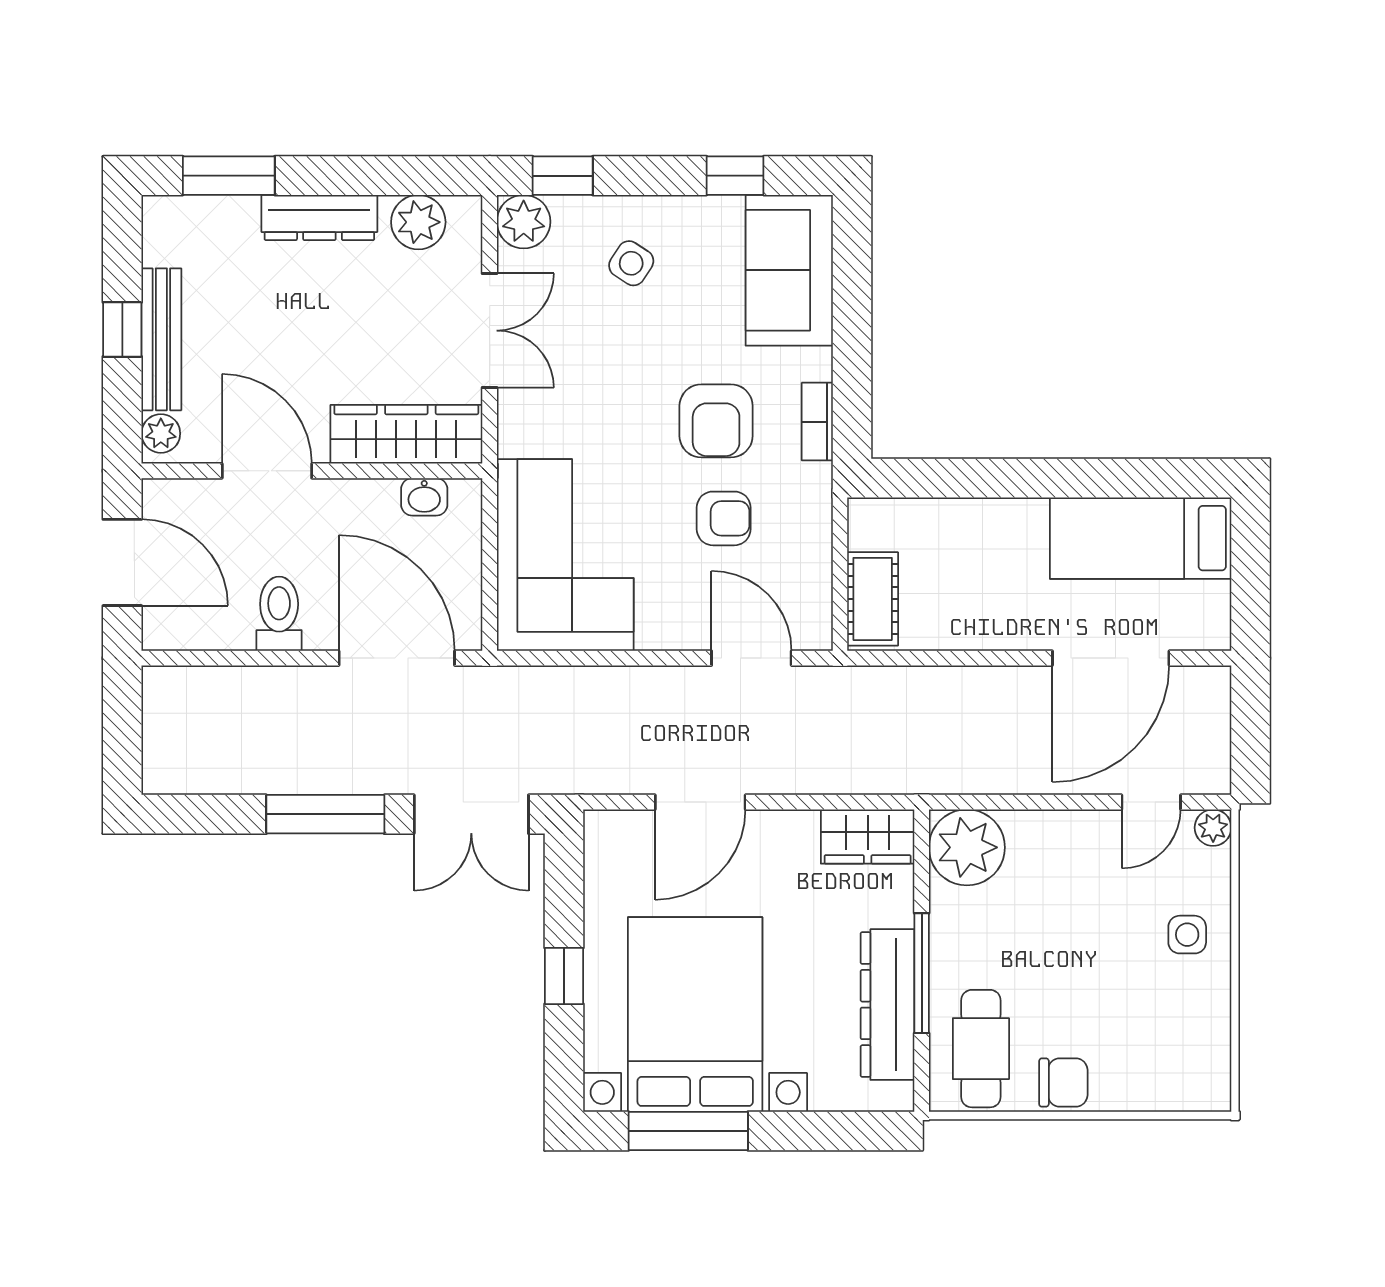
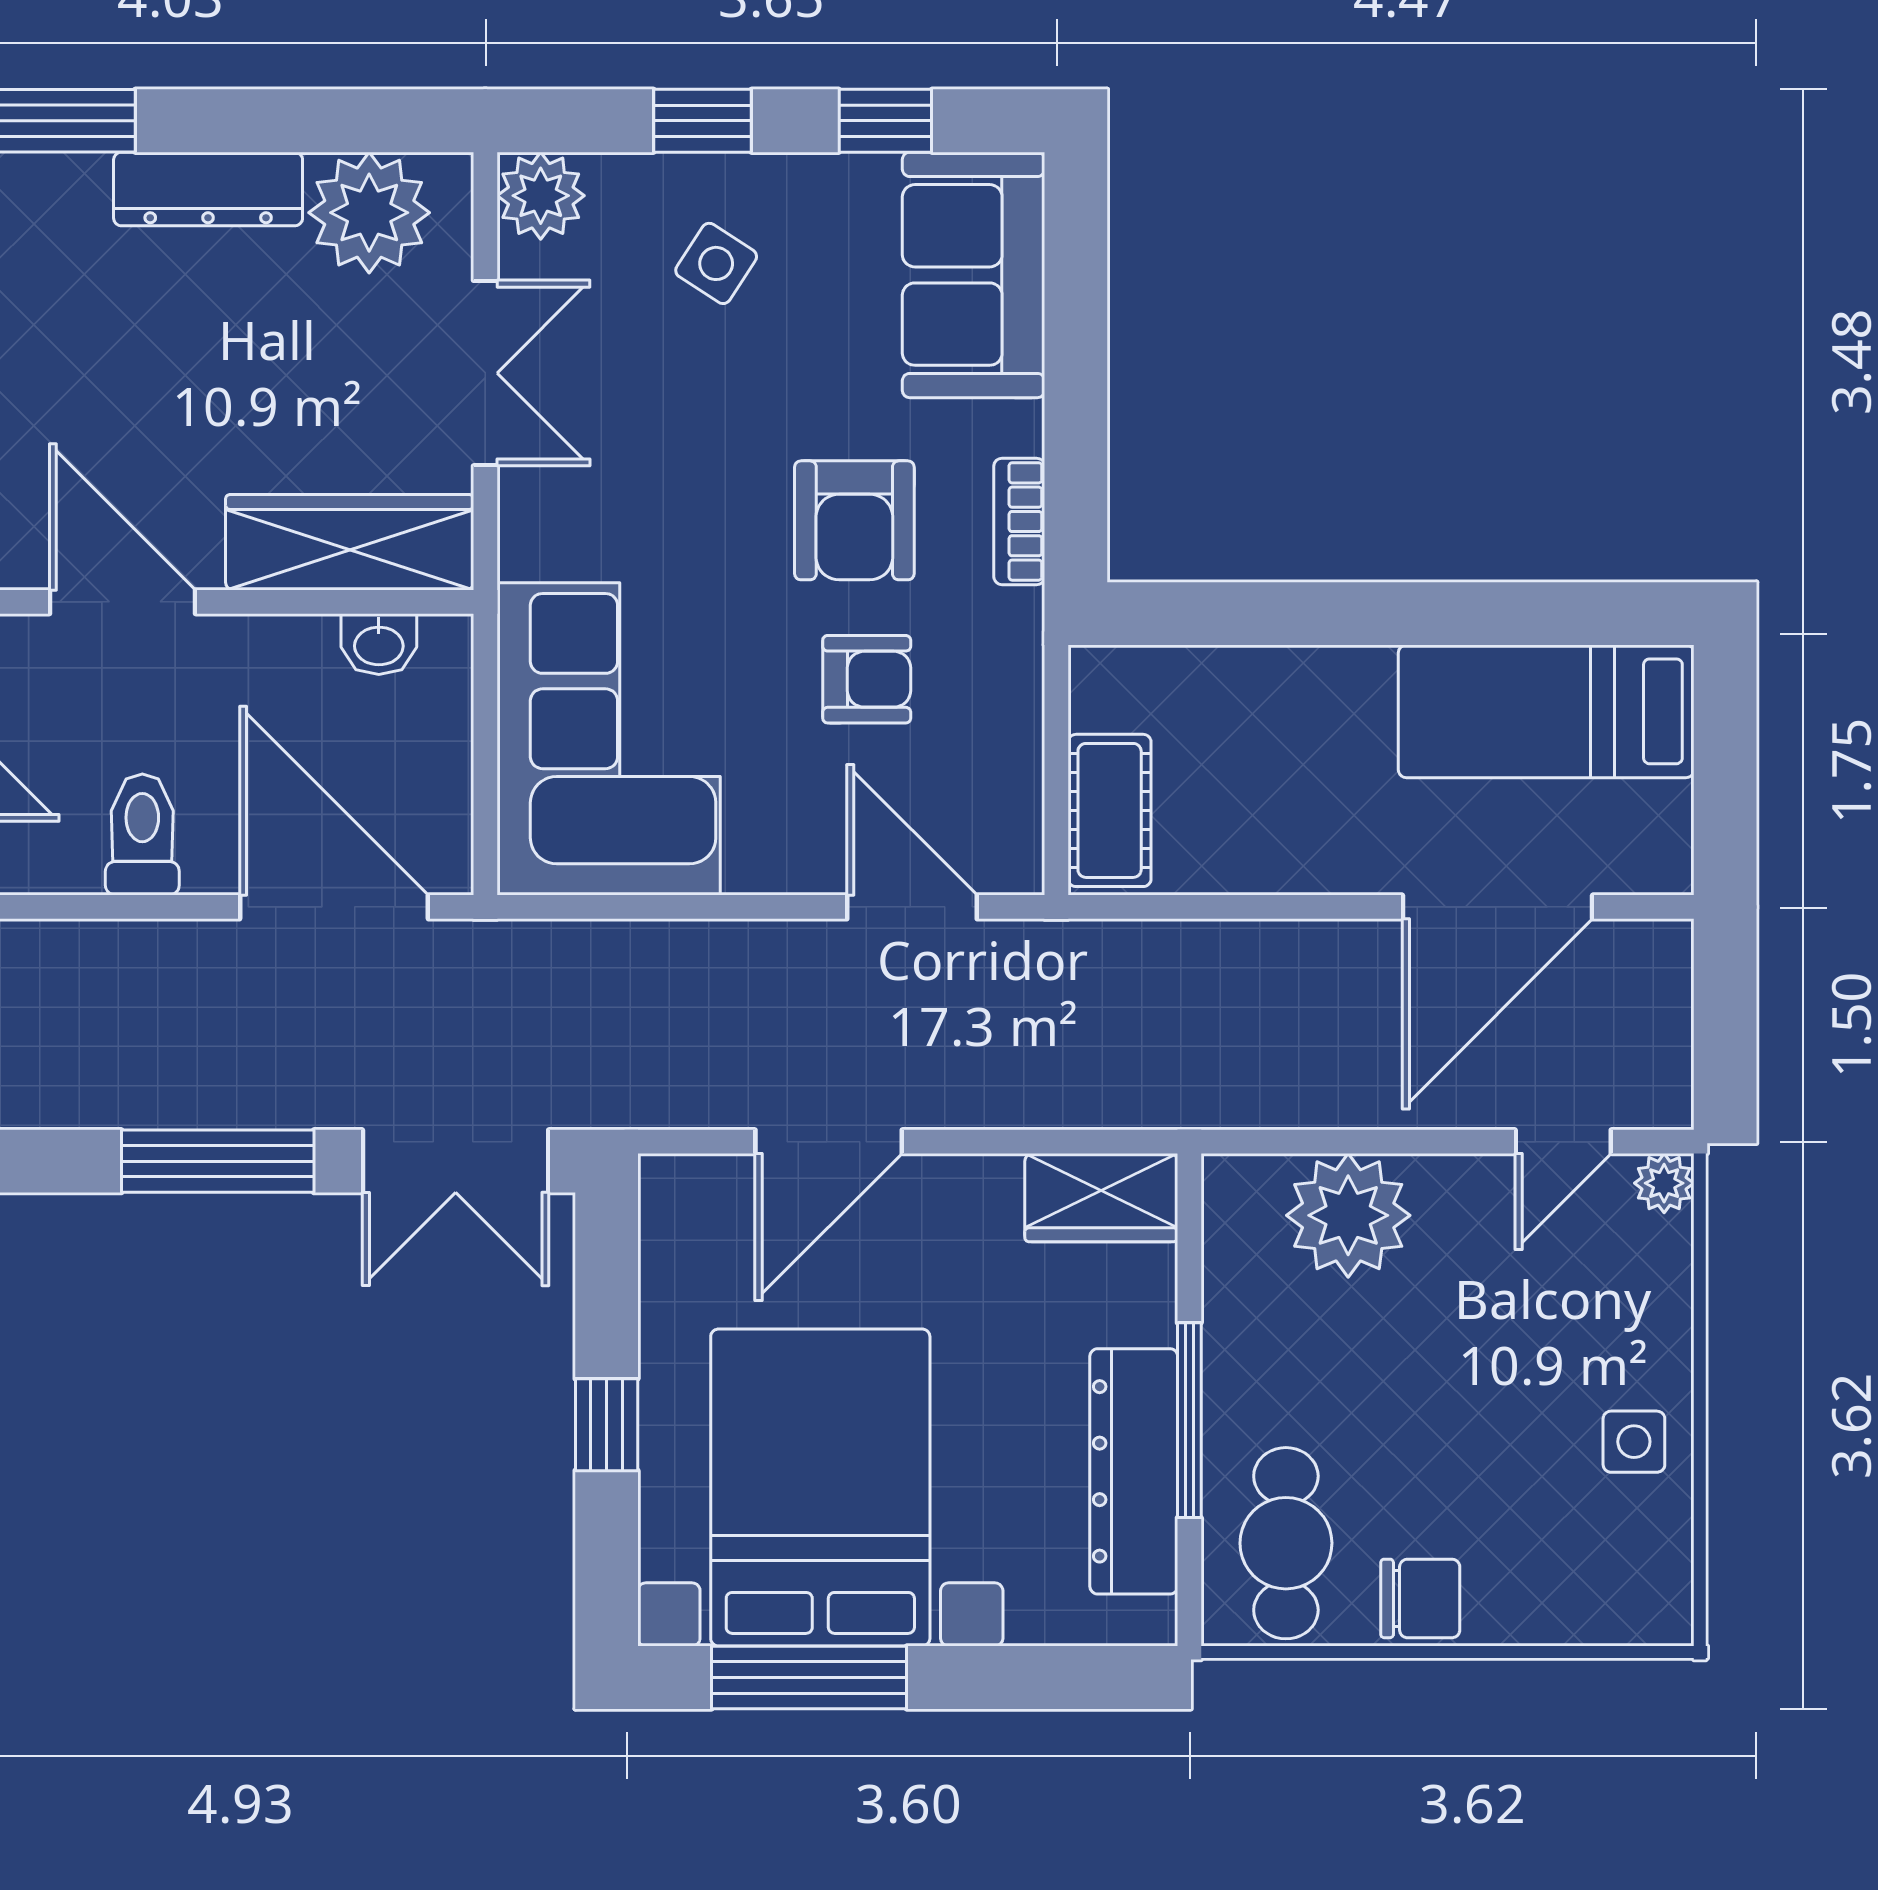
window: (563, 176) -> (702, 121), moved
plant: (418, 222) -> (369, 213), width x1.36, depth x1.36
plant: (967, 847) -> (1348, 1215), moved
side table: (1187, 935) -> (1634, 1442), moved

